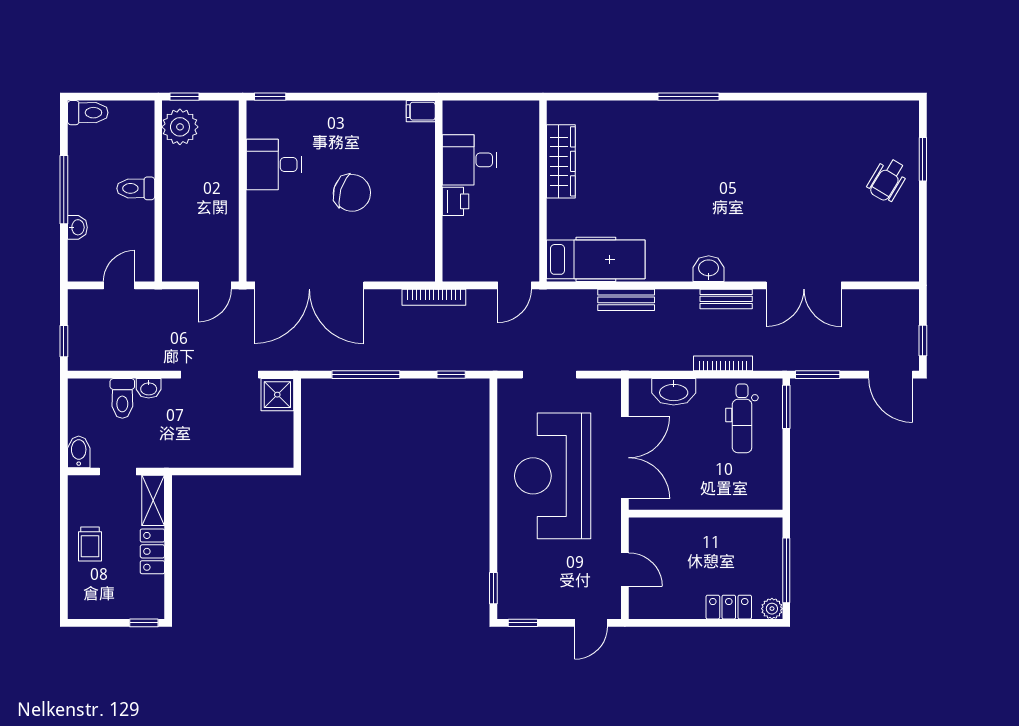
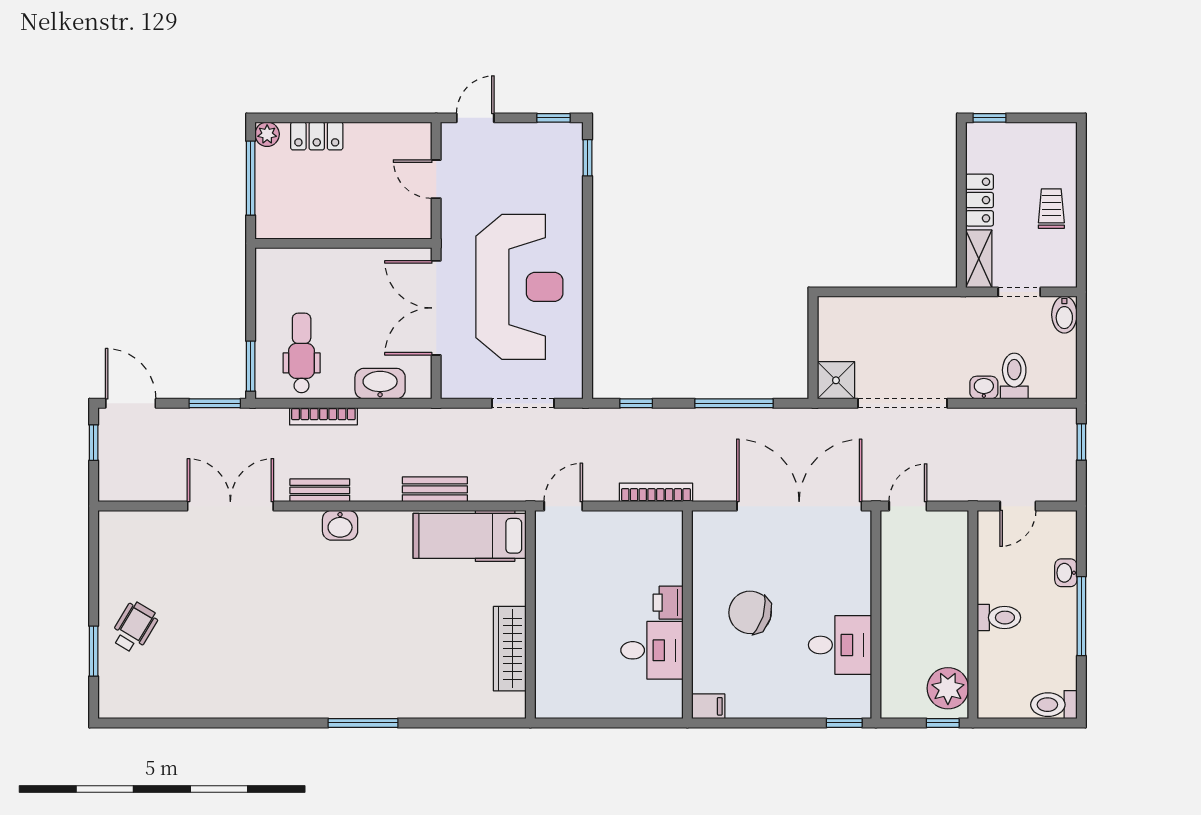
filing cabinet: (421, 111) -> (708, 706), moved
desk: (470, 160) -> (652, 650), moved
wall: (439, 191) -> (687, 615), moved
printer: (455, 201) -> (668, 603), moved

